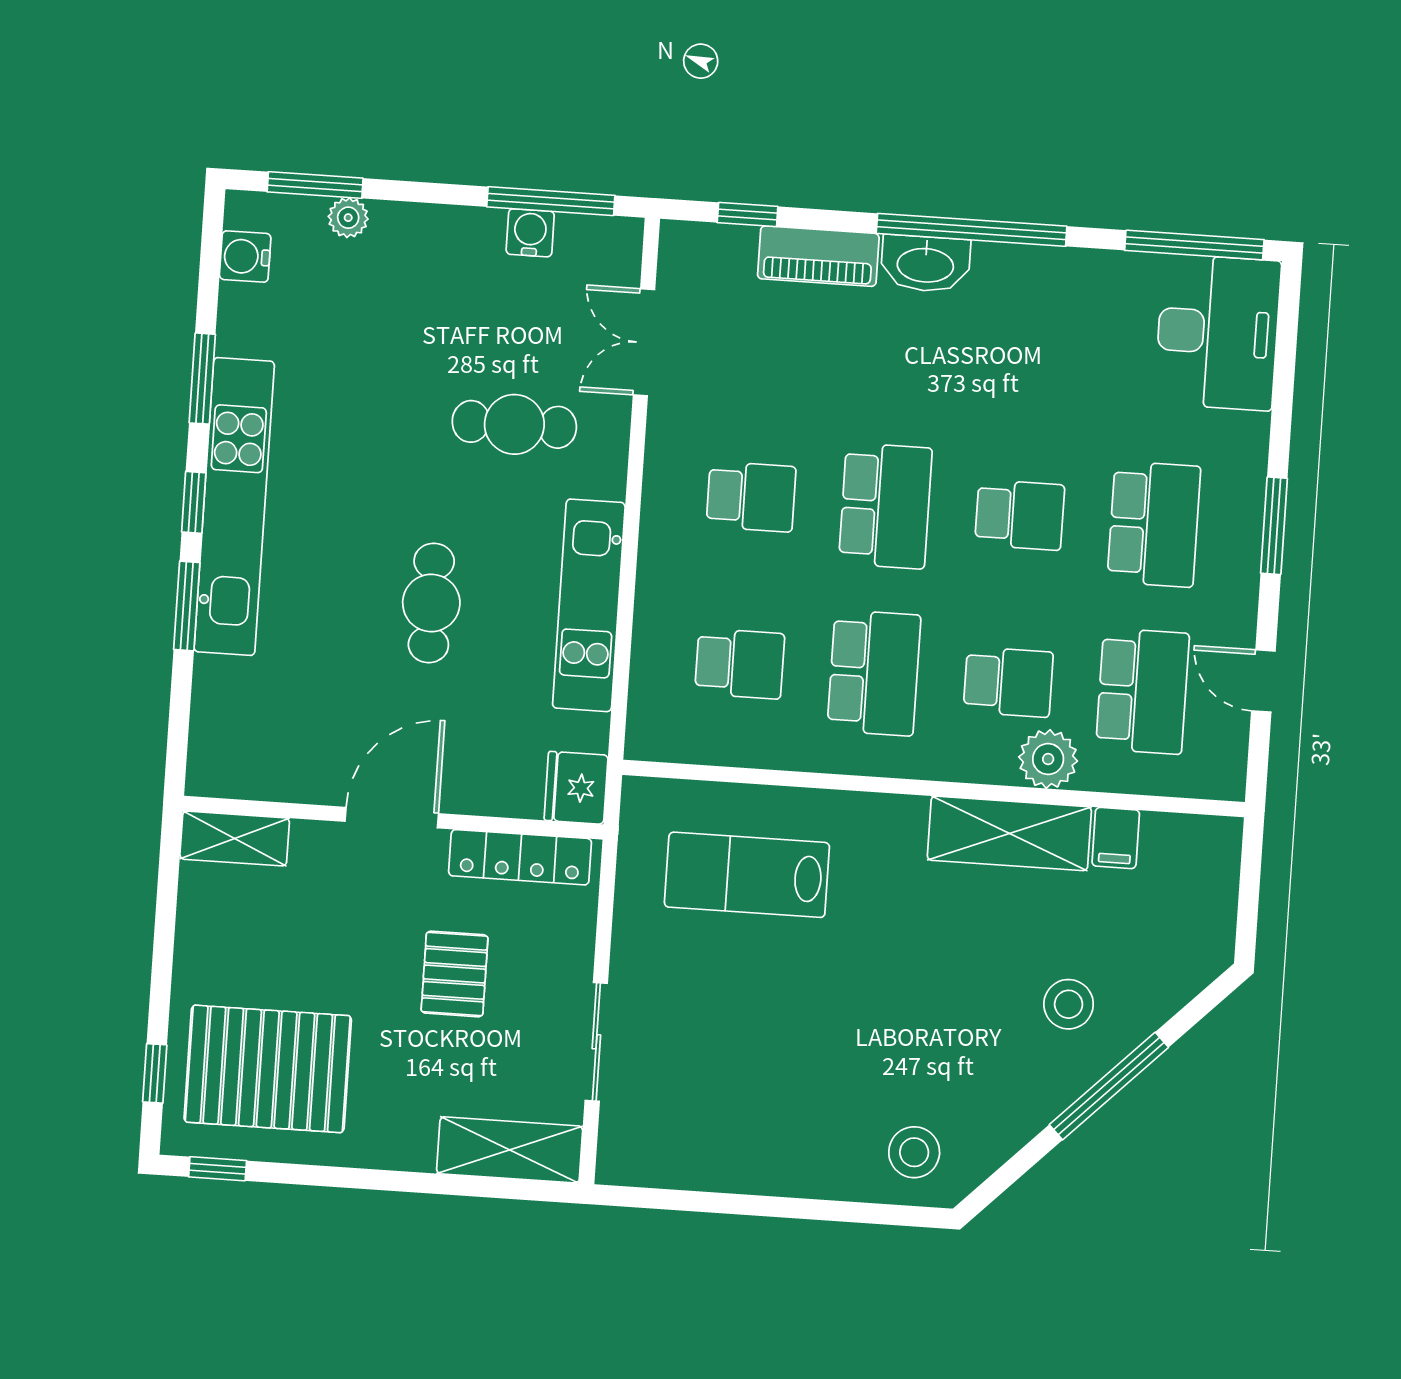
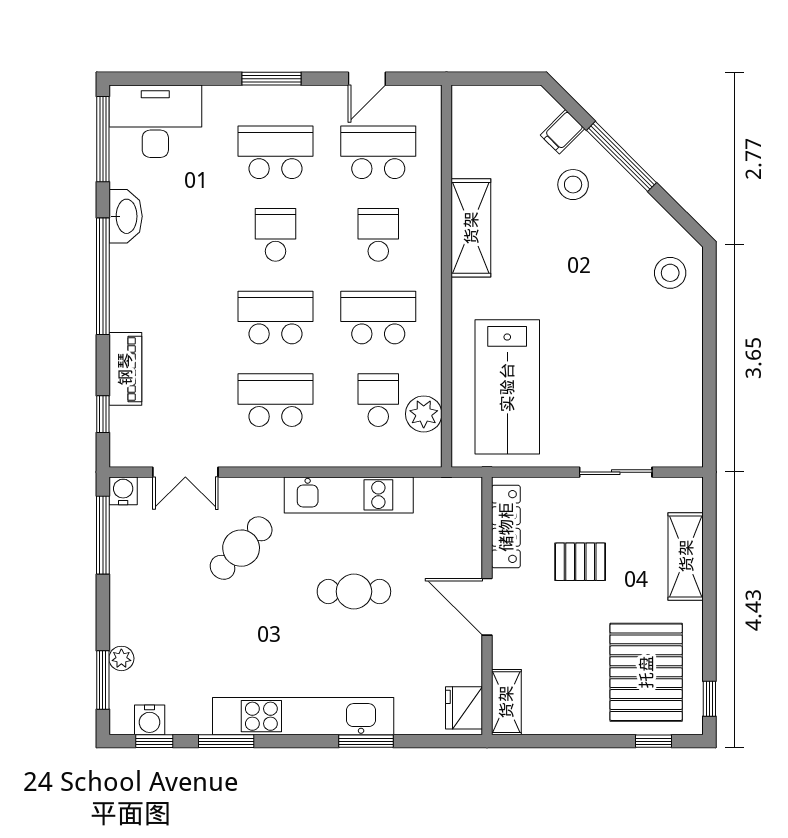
water cooler: (530, 233) -> (123, 491), moved, turned 90
washbasin: (925, 264) -> (126, 216), moved
cafe table: (514, 424) -> (241, 548), turned 44
school desk: (751, 497) -> (275, 400), width x1.85
window: (194, 502) -> (154, 741), moved
plant: (1048, 759) -> (424, 414), moved
fridge: (576, 788) -> (464, 708), moved, turned 90
filing cabinet: (1116, 838) -> (563, 132), moved, turned 135
lab bench: (747, 875) -> (507, 387), width x1.36, depth x1.39
shelving: (510, 1150) -> (686, 556), moved

